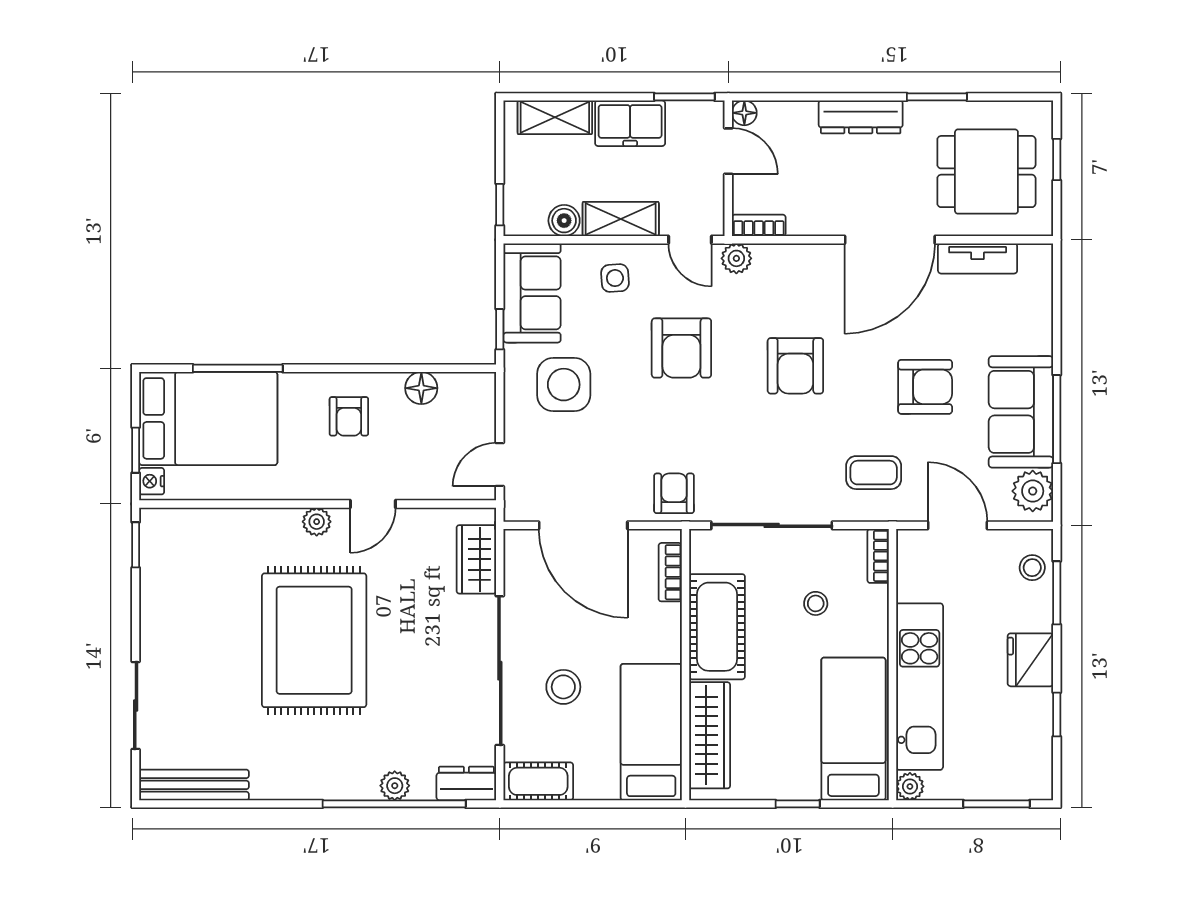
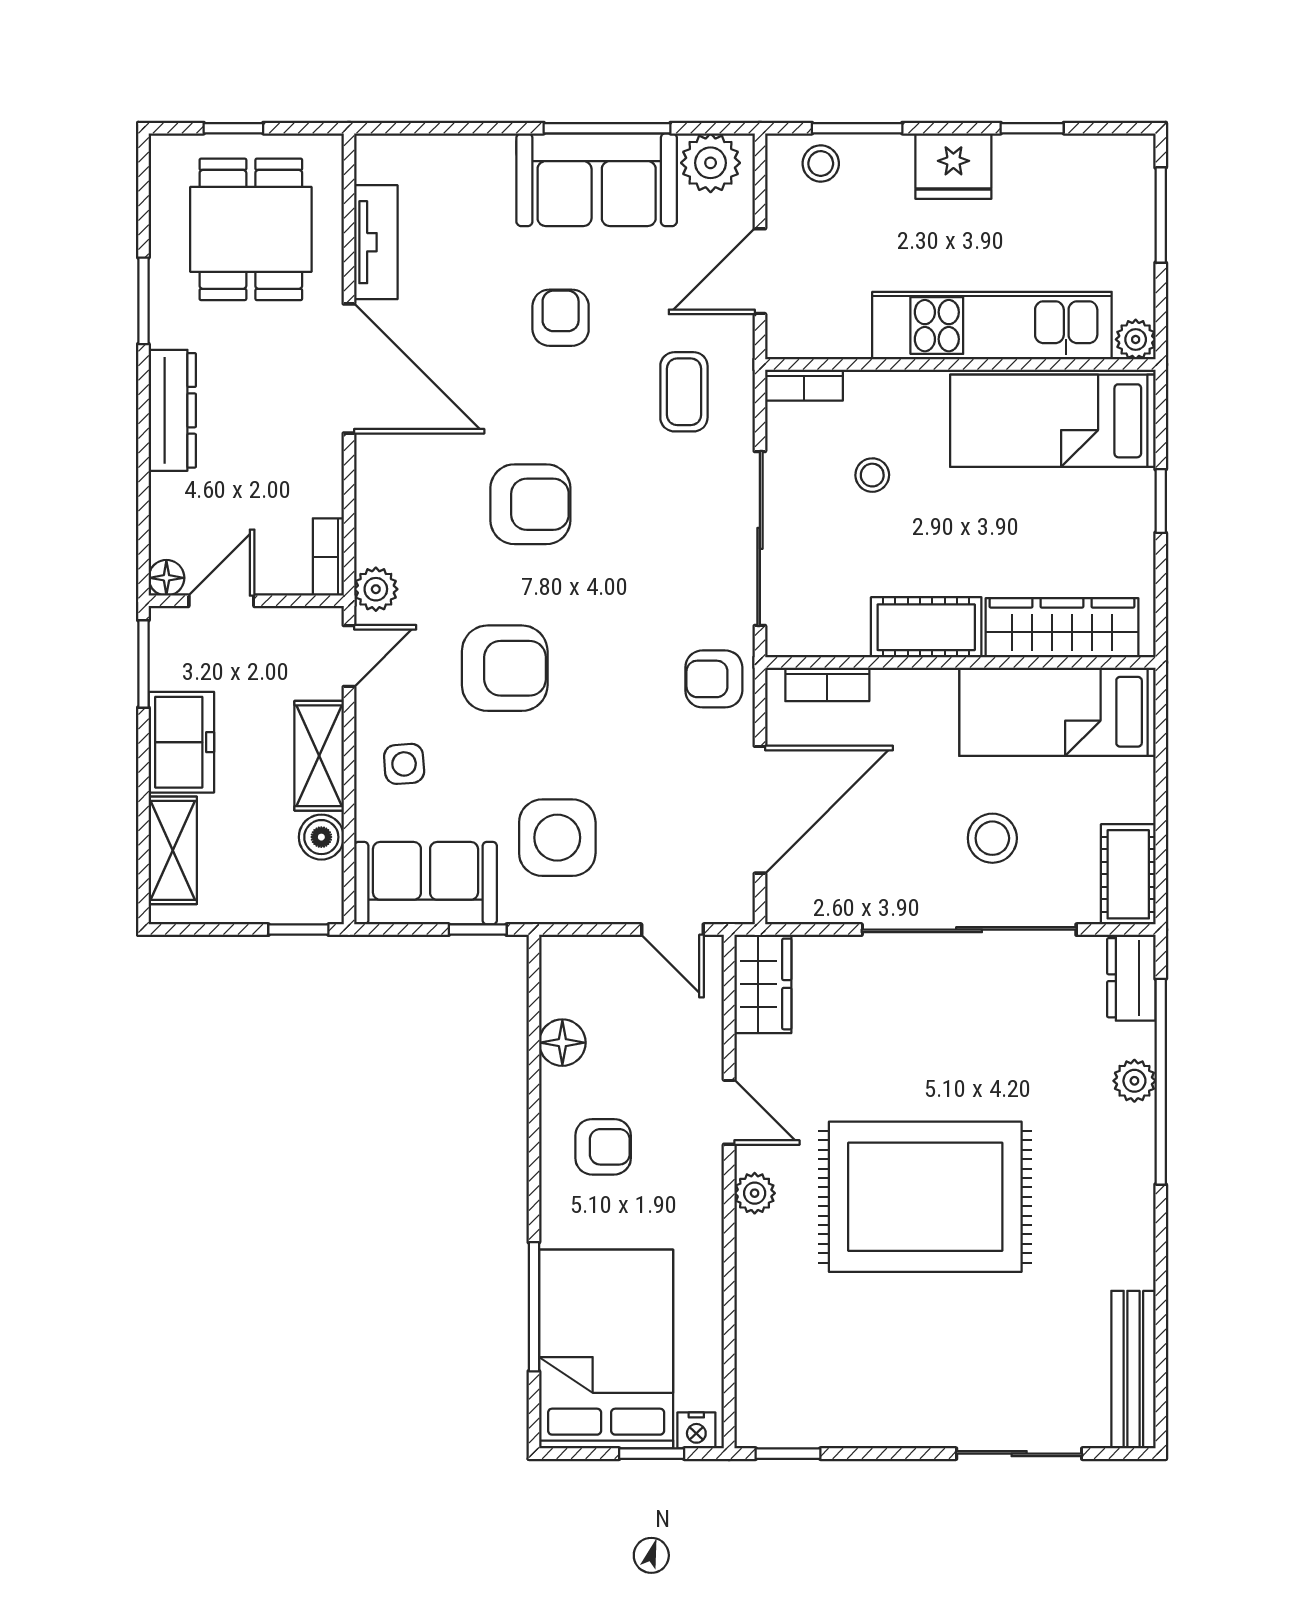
armchair: (925, 387) -> (561, 318), width x0.72, depth x0.72
wardrobe: (476, 559) -> (763, 984), moved, turned -90
cot: (717, 627) -> (926, 627), width x0.73, depth x0.75

